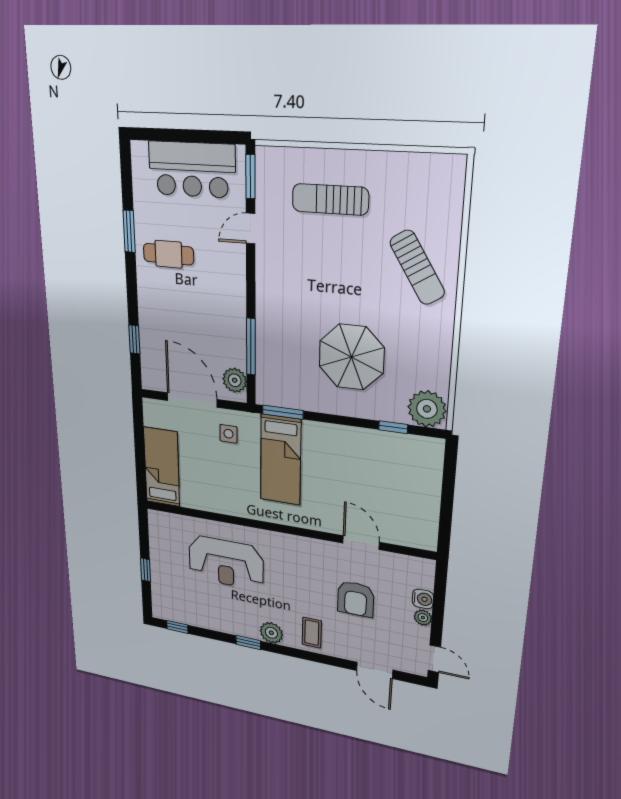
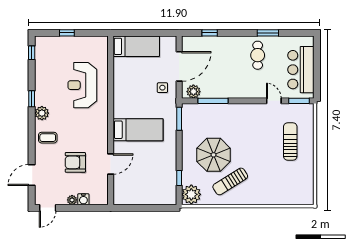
sun lounger: (417, 267) -> (230, 181), moved
bed: (281, 460) -> (138, 130), moved, turned 180

